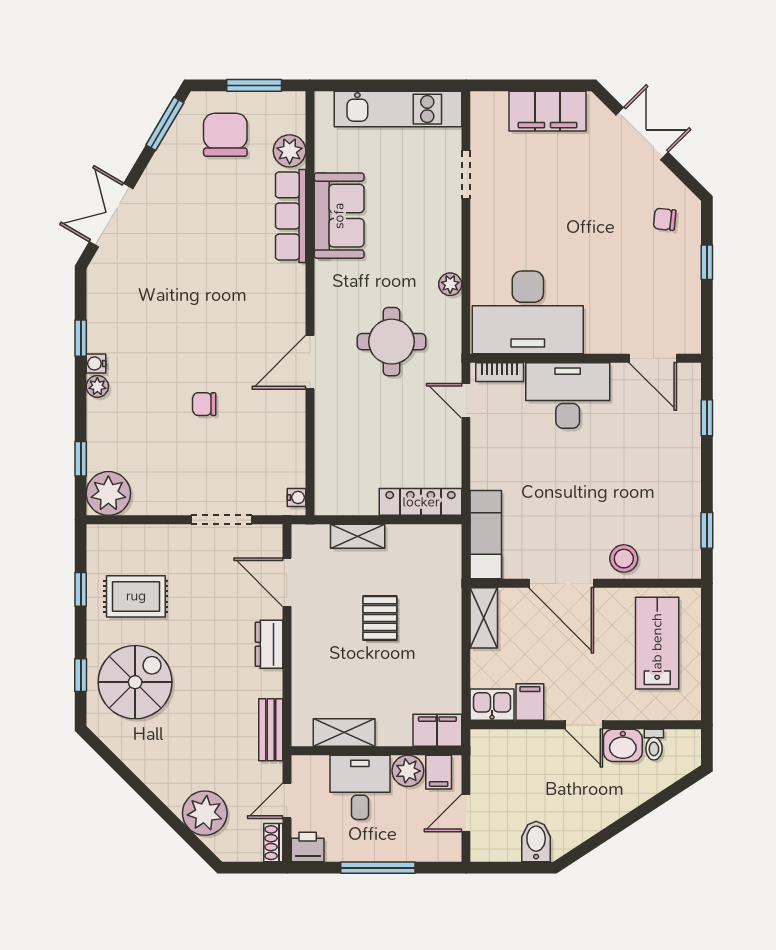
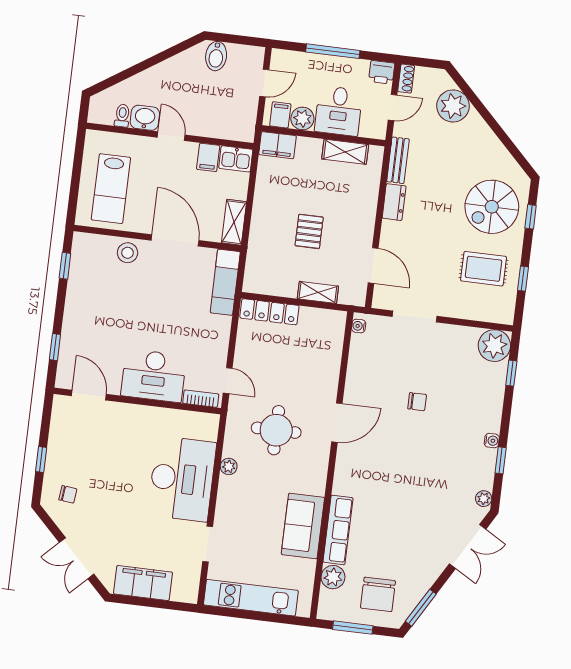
desk: (528, 312) -> (182, 479), moved, turned 90
plant: (97, 386) -> (484, 499), moved
dresser: (269, 644) -> (394, 202), moved

